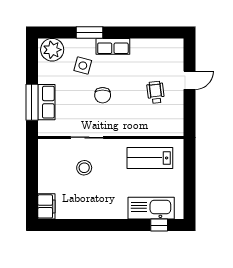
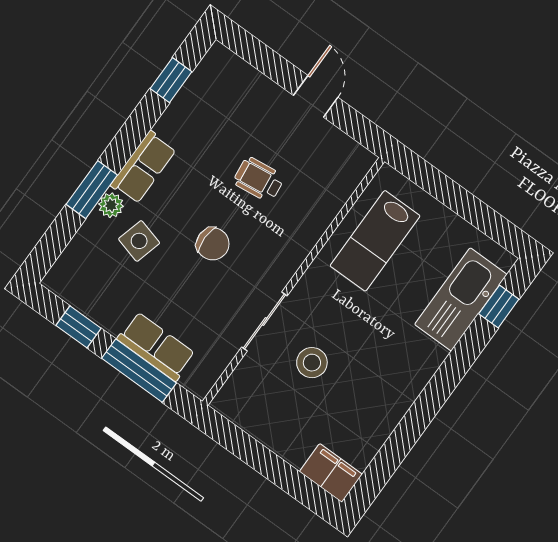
window: (155, 32) -> (171, 80), added
plant: (52, 50) -> (111, 205), moved, width x0.53, depth x0.53
window: (32, 66) -> (79, 327), added
door: (190, 80) -> (316, 96), moved
wheelchair: (156, 92) -> (259, 179), moved

